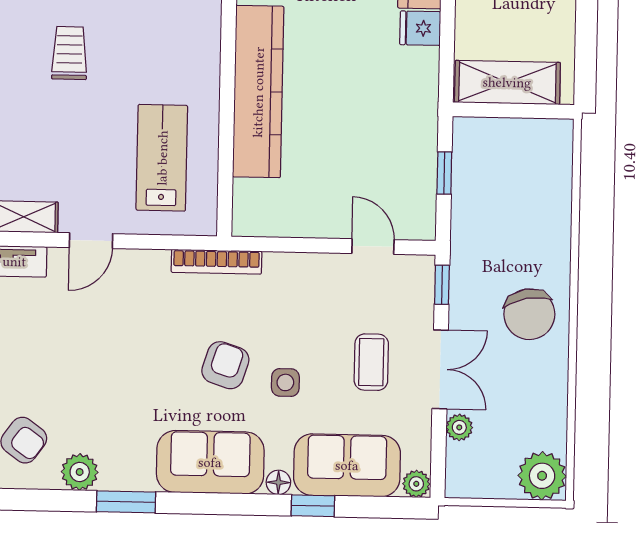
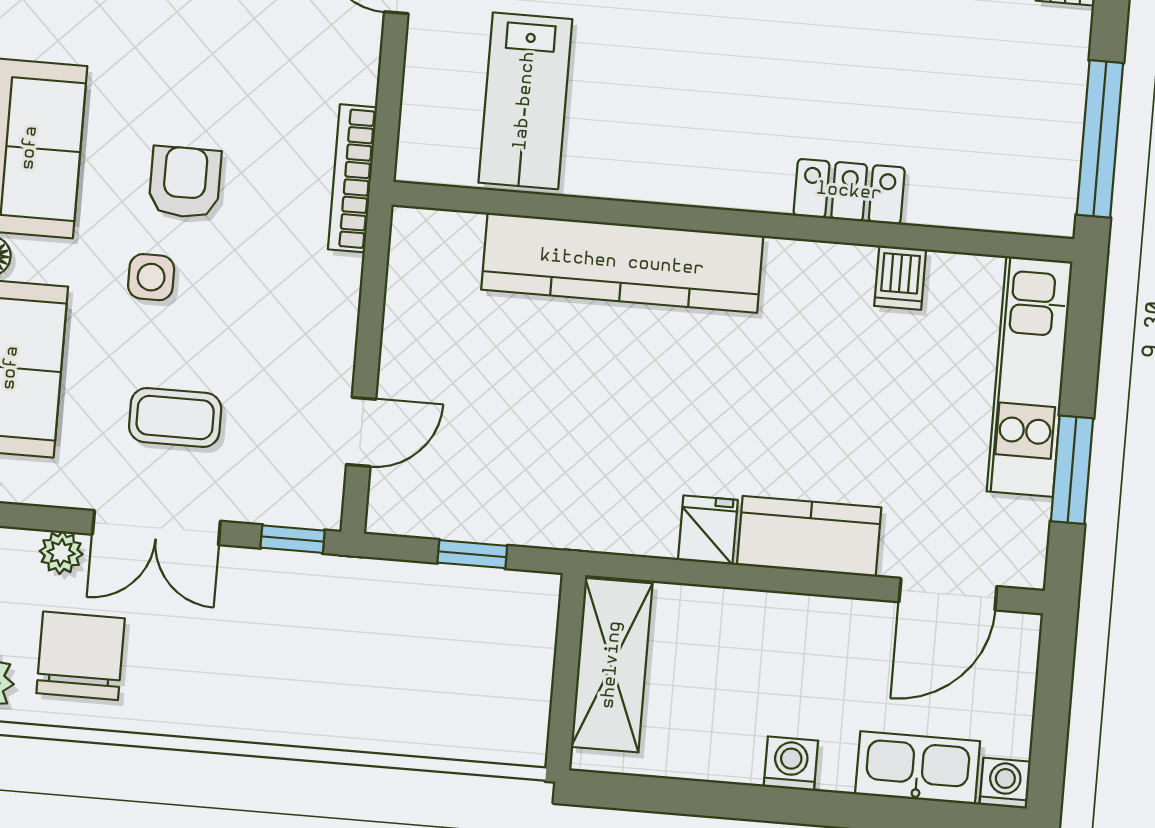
lab bench: (162, 158) -> (525, 101), turned 90
chair: (529, 314) -> (81, 656), moved, turned 101
armchair: (225, 365) -> (185, 182), turned -108

